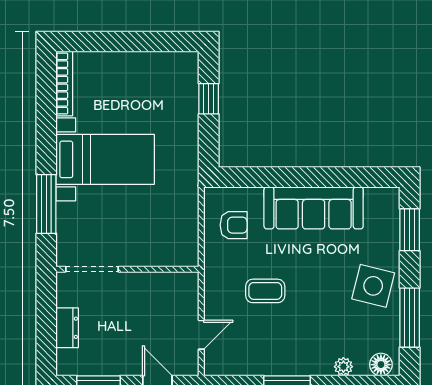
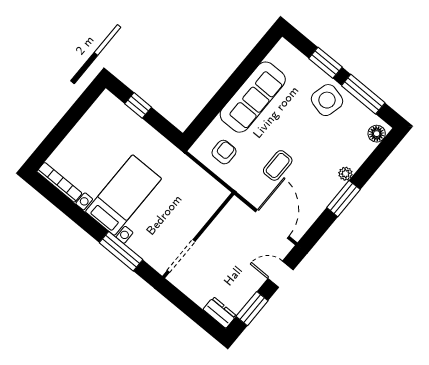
window: (410, 230) -> (325, 63), moved
dresser: (67, 328) -> (220, 313), moved
door: (201, 335) -> (272, 224), width x1.87
plant: (343, 367) -> (345, 174), moved

